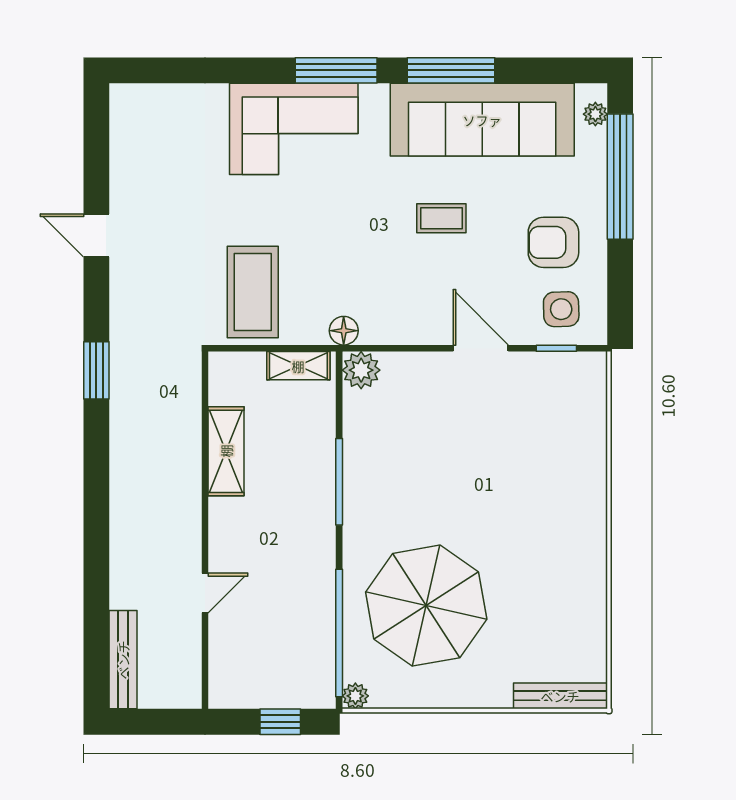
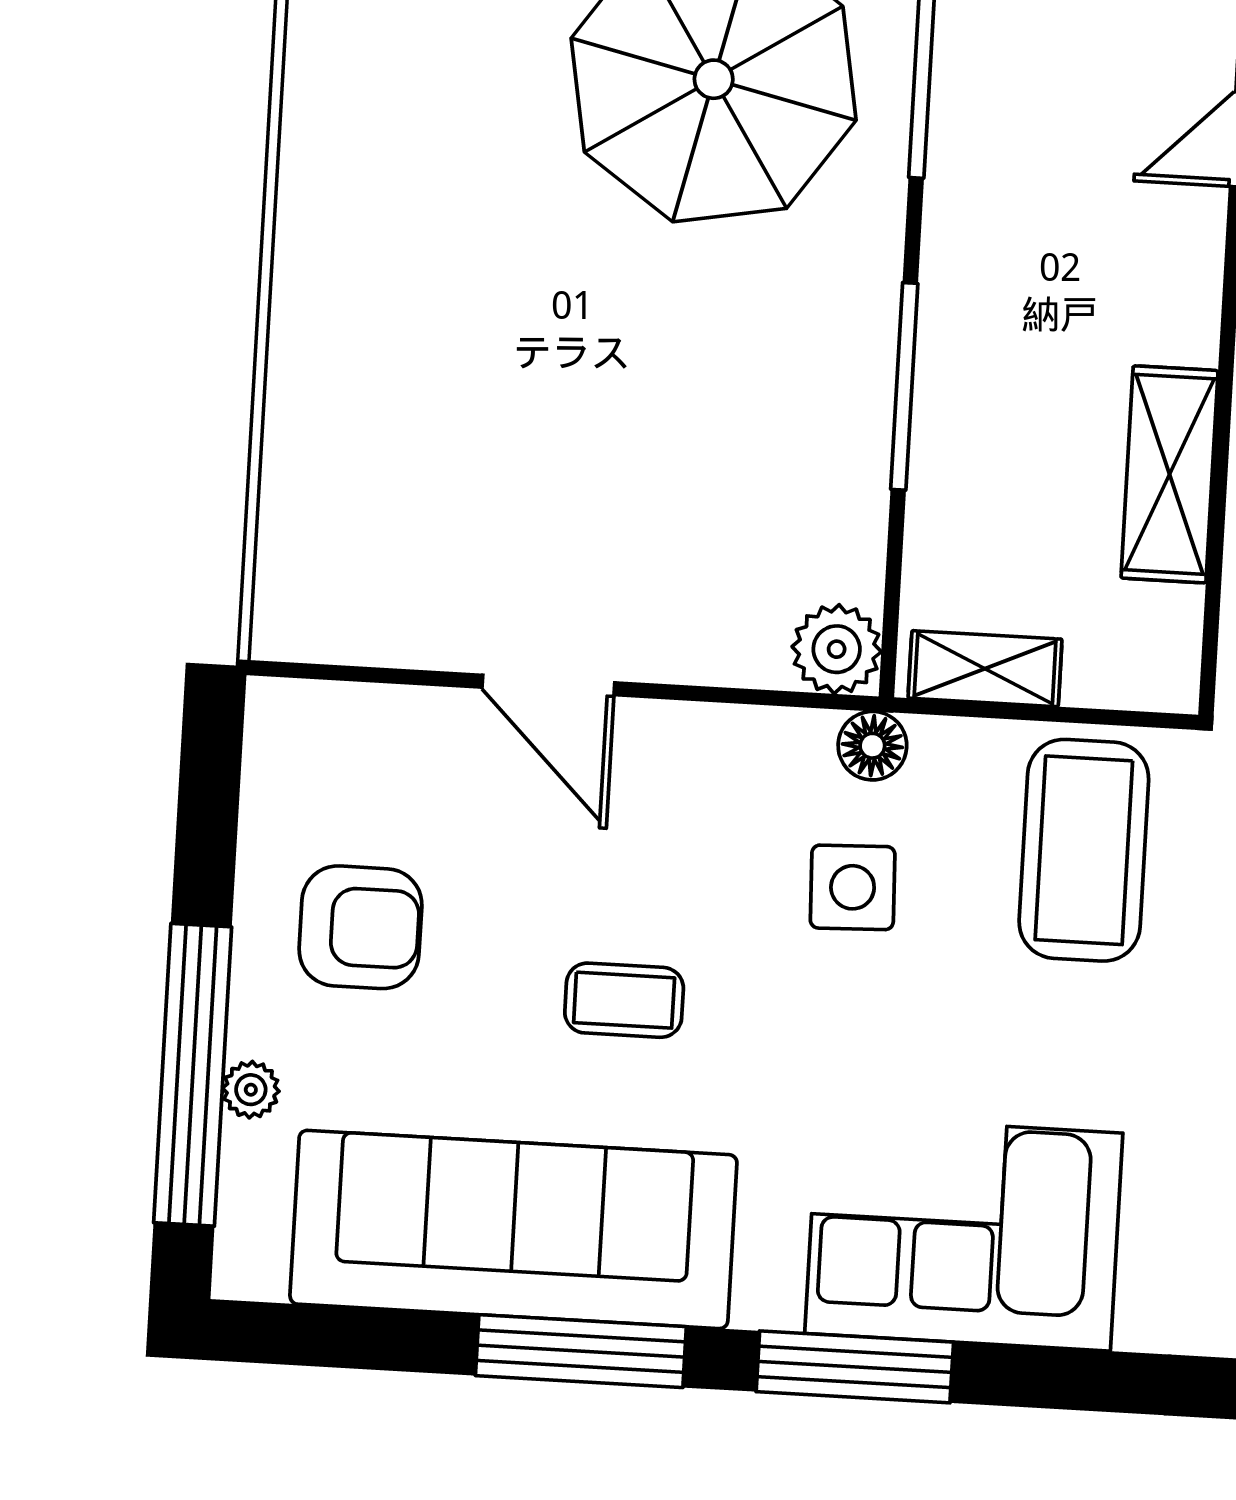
plant: (595, 114) -> (251, 1090), moved
side table: (561, 309) -> (853, 887), moved
window: (556, 348) -> (368, 675), removed

